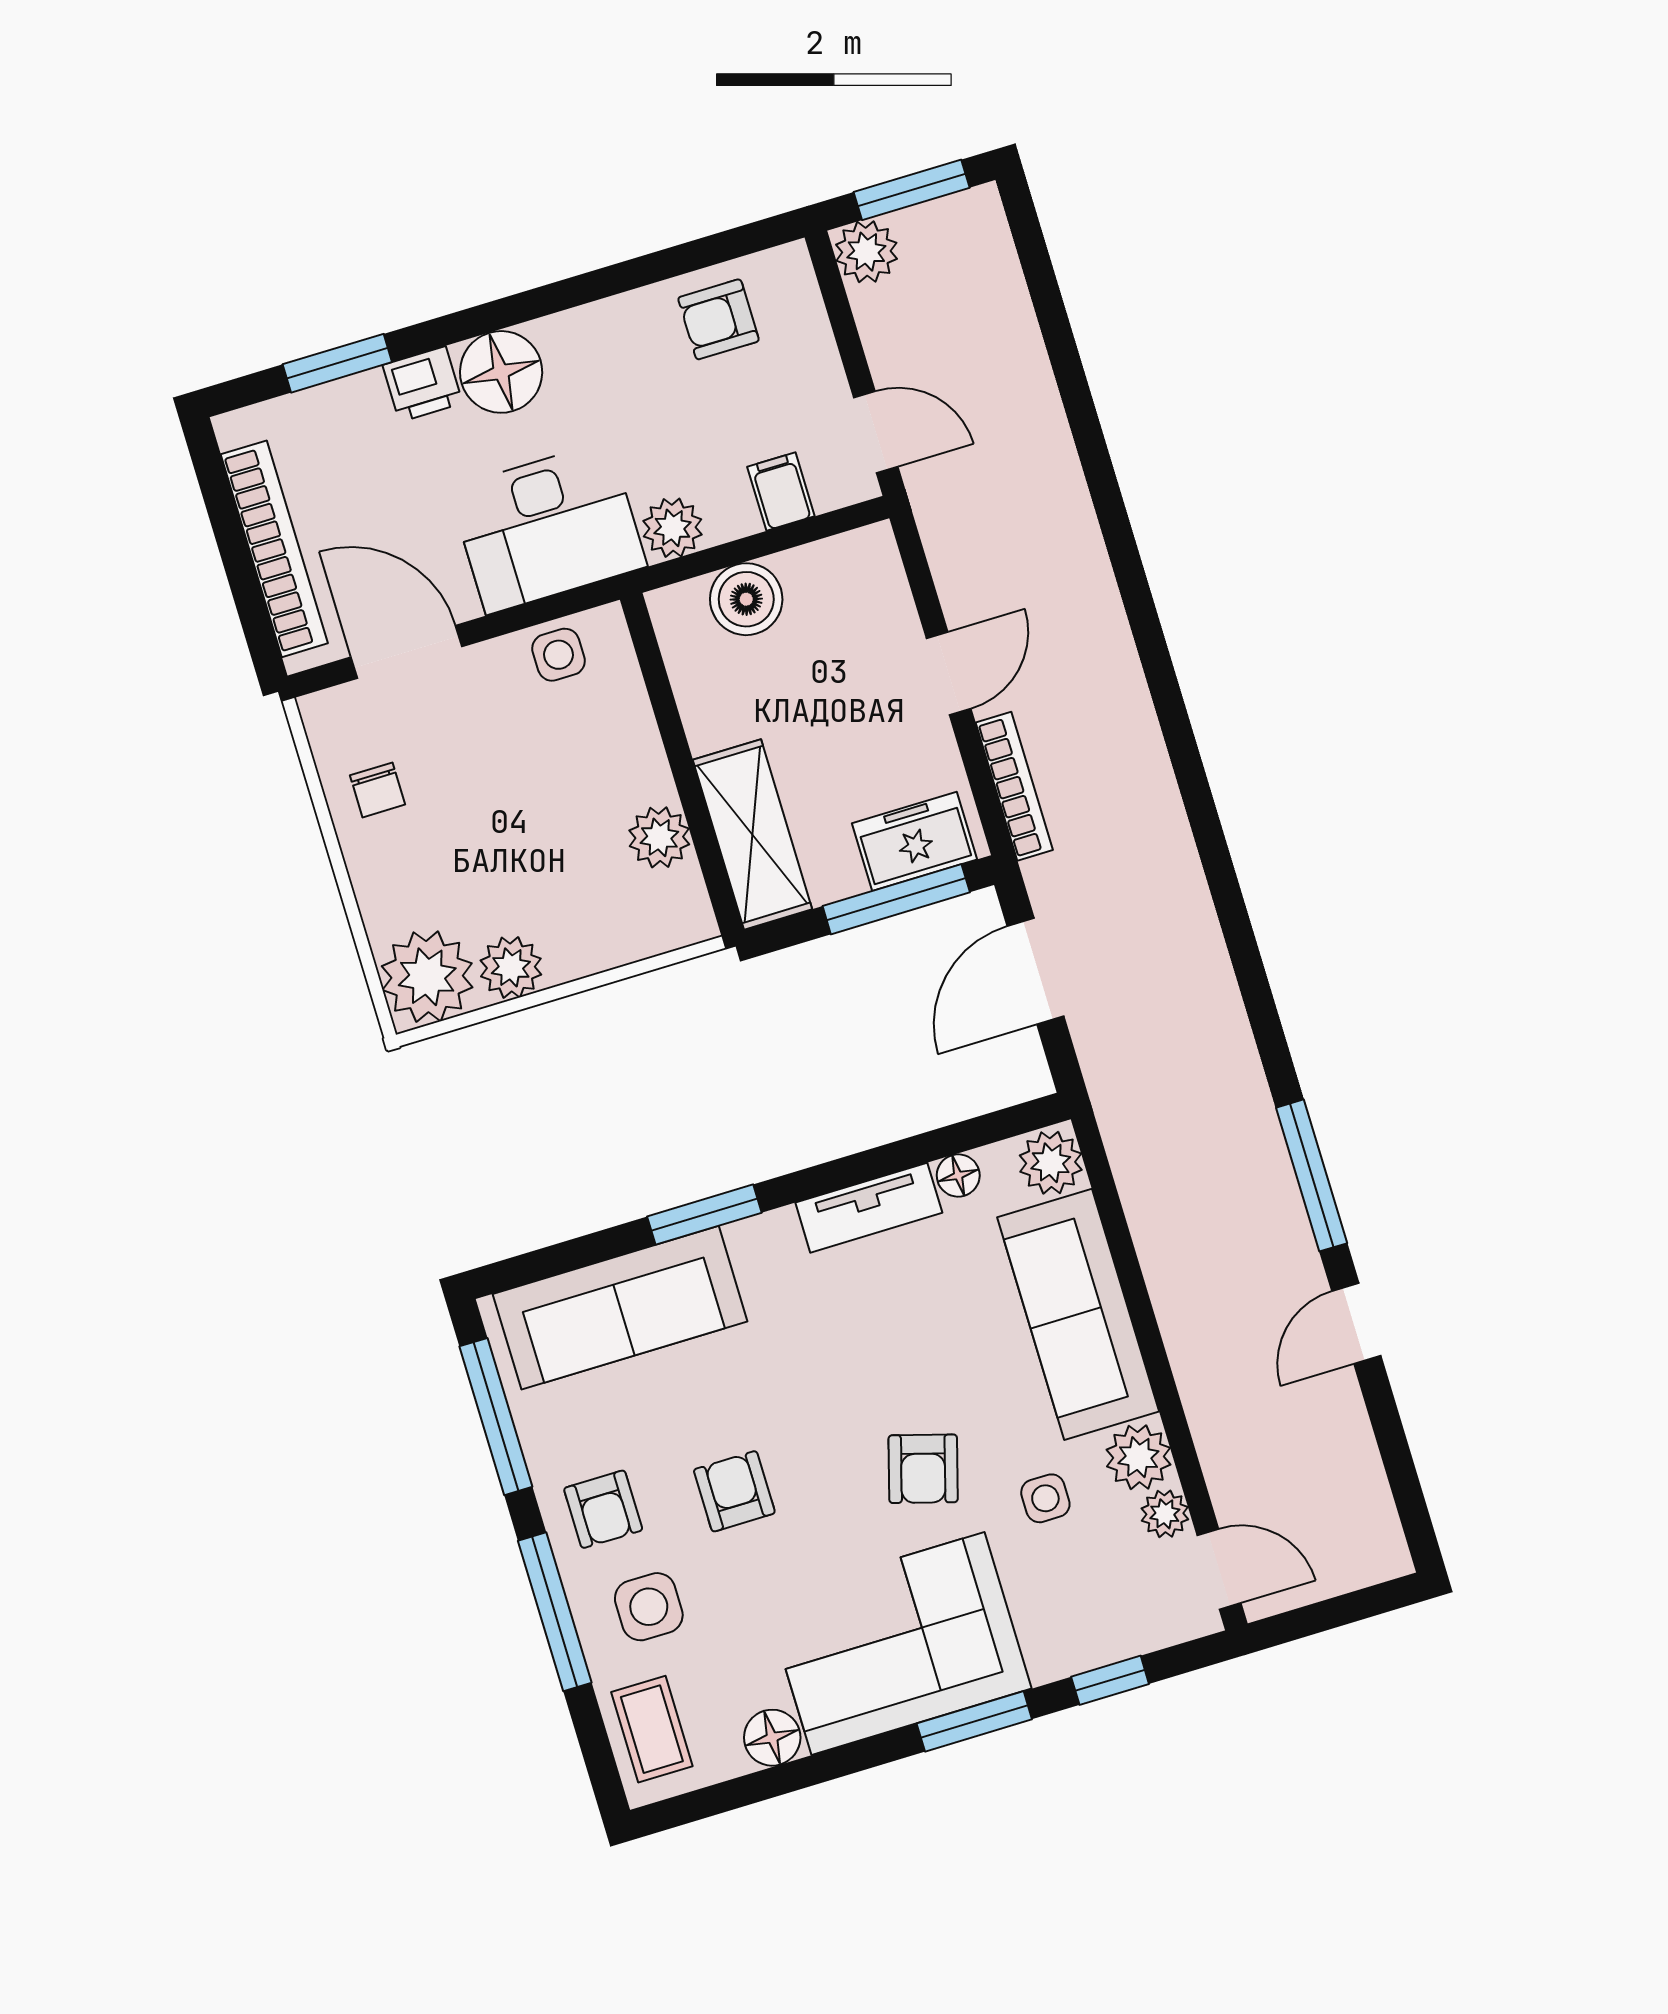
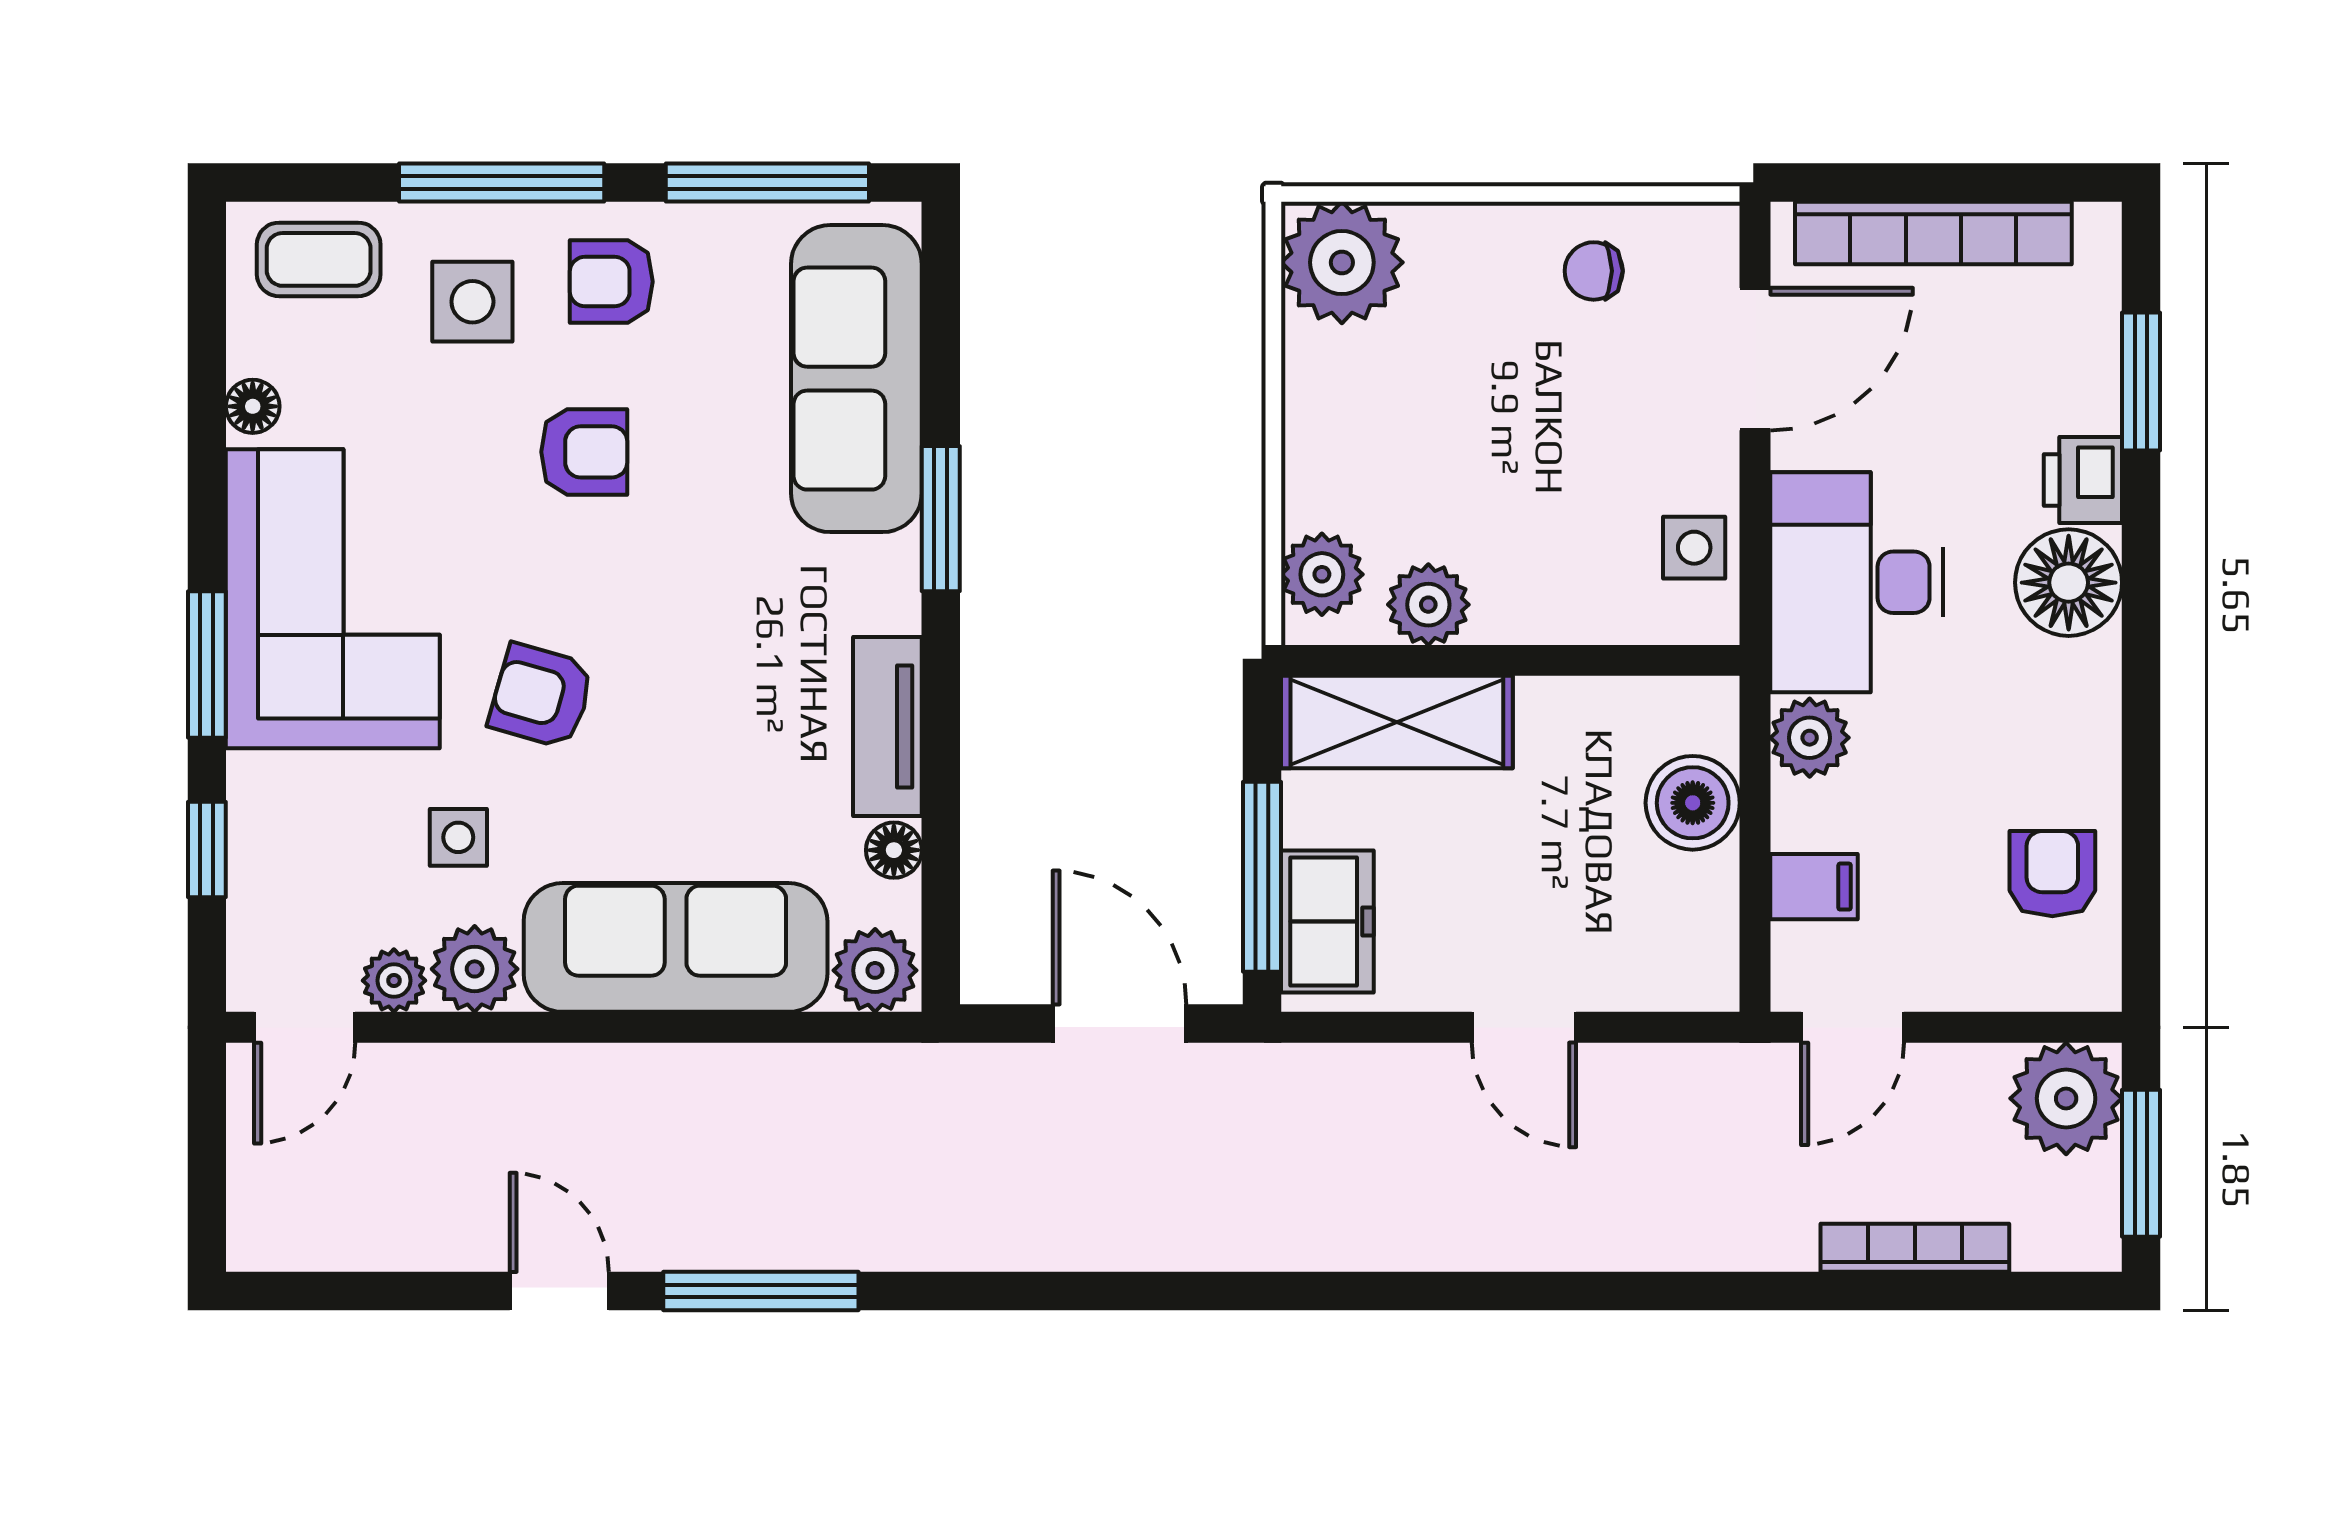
plant: (866, 252) -> (2066, 1098), width x1.36, depth x1.36
bookcase: (1014, 786) -> (1915, 1248), moved, turned 180
plant: (511, 967) -> (1322, 574), moved
floor lamp: (772, 1738) -> (253, 406), width x0.73, depth x0.73

